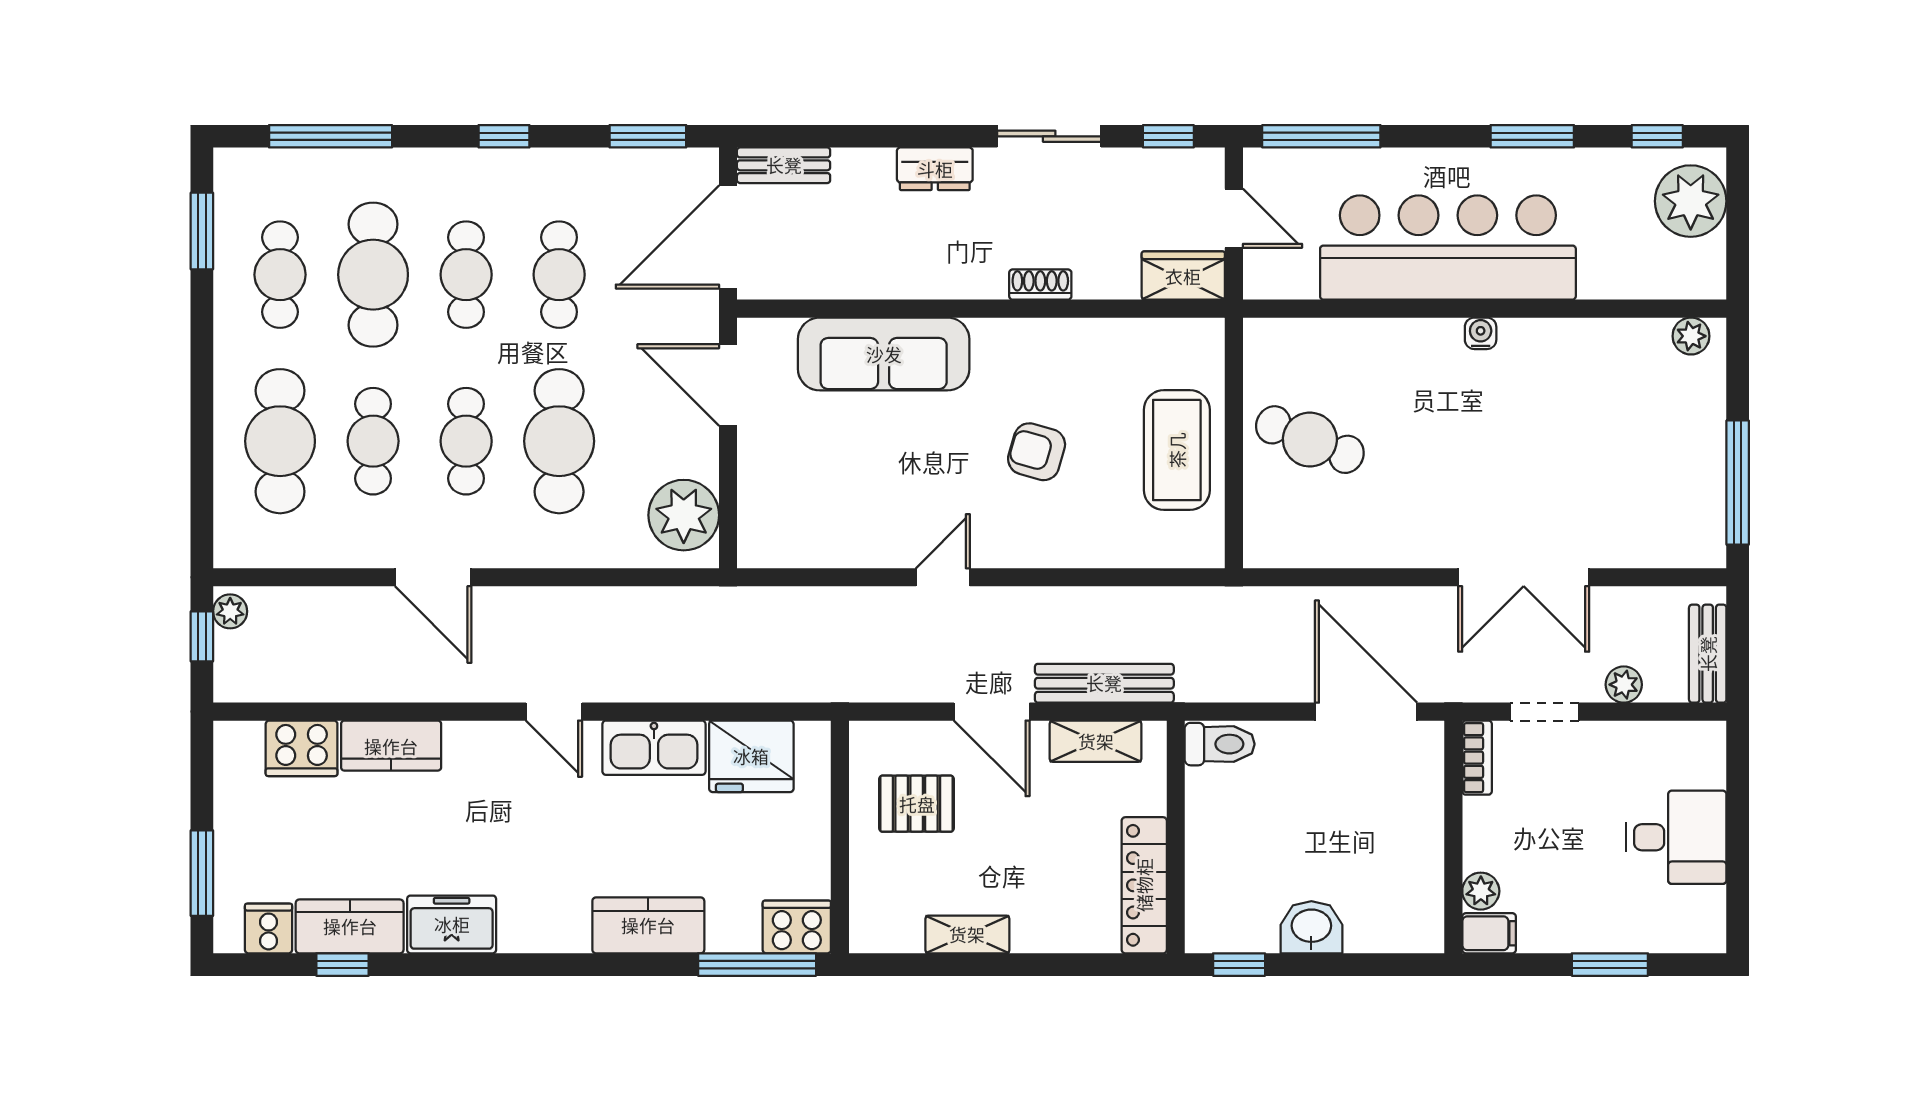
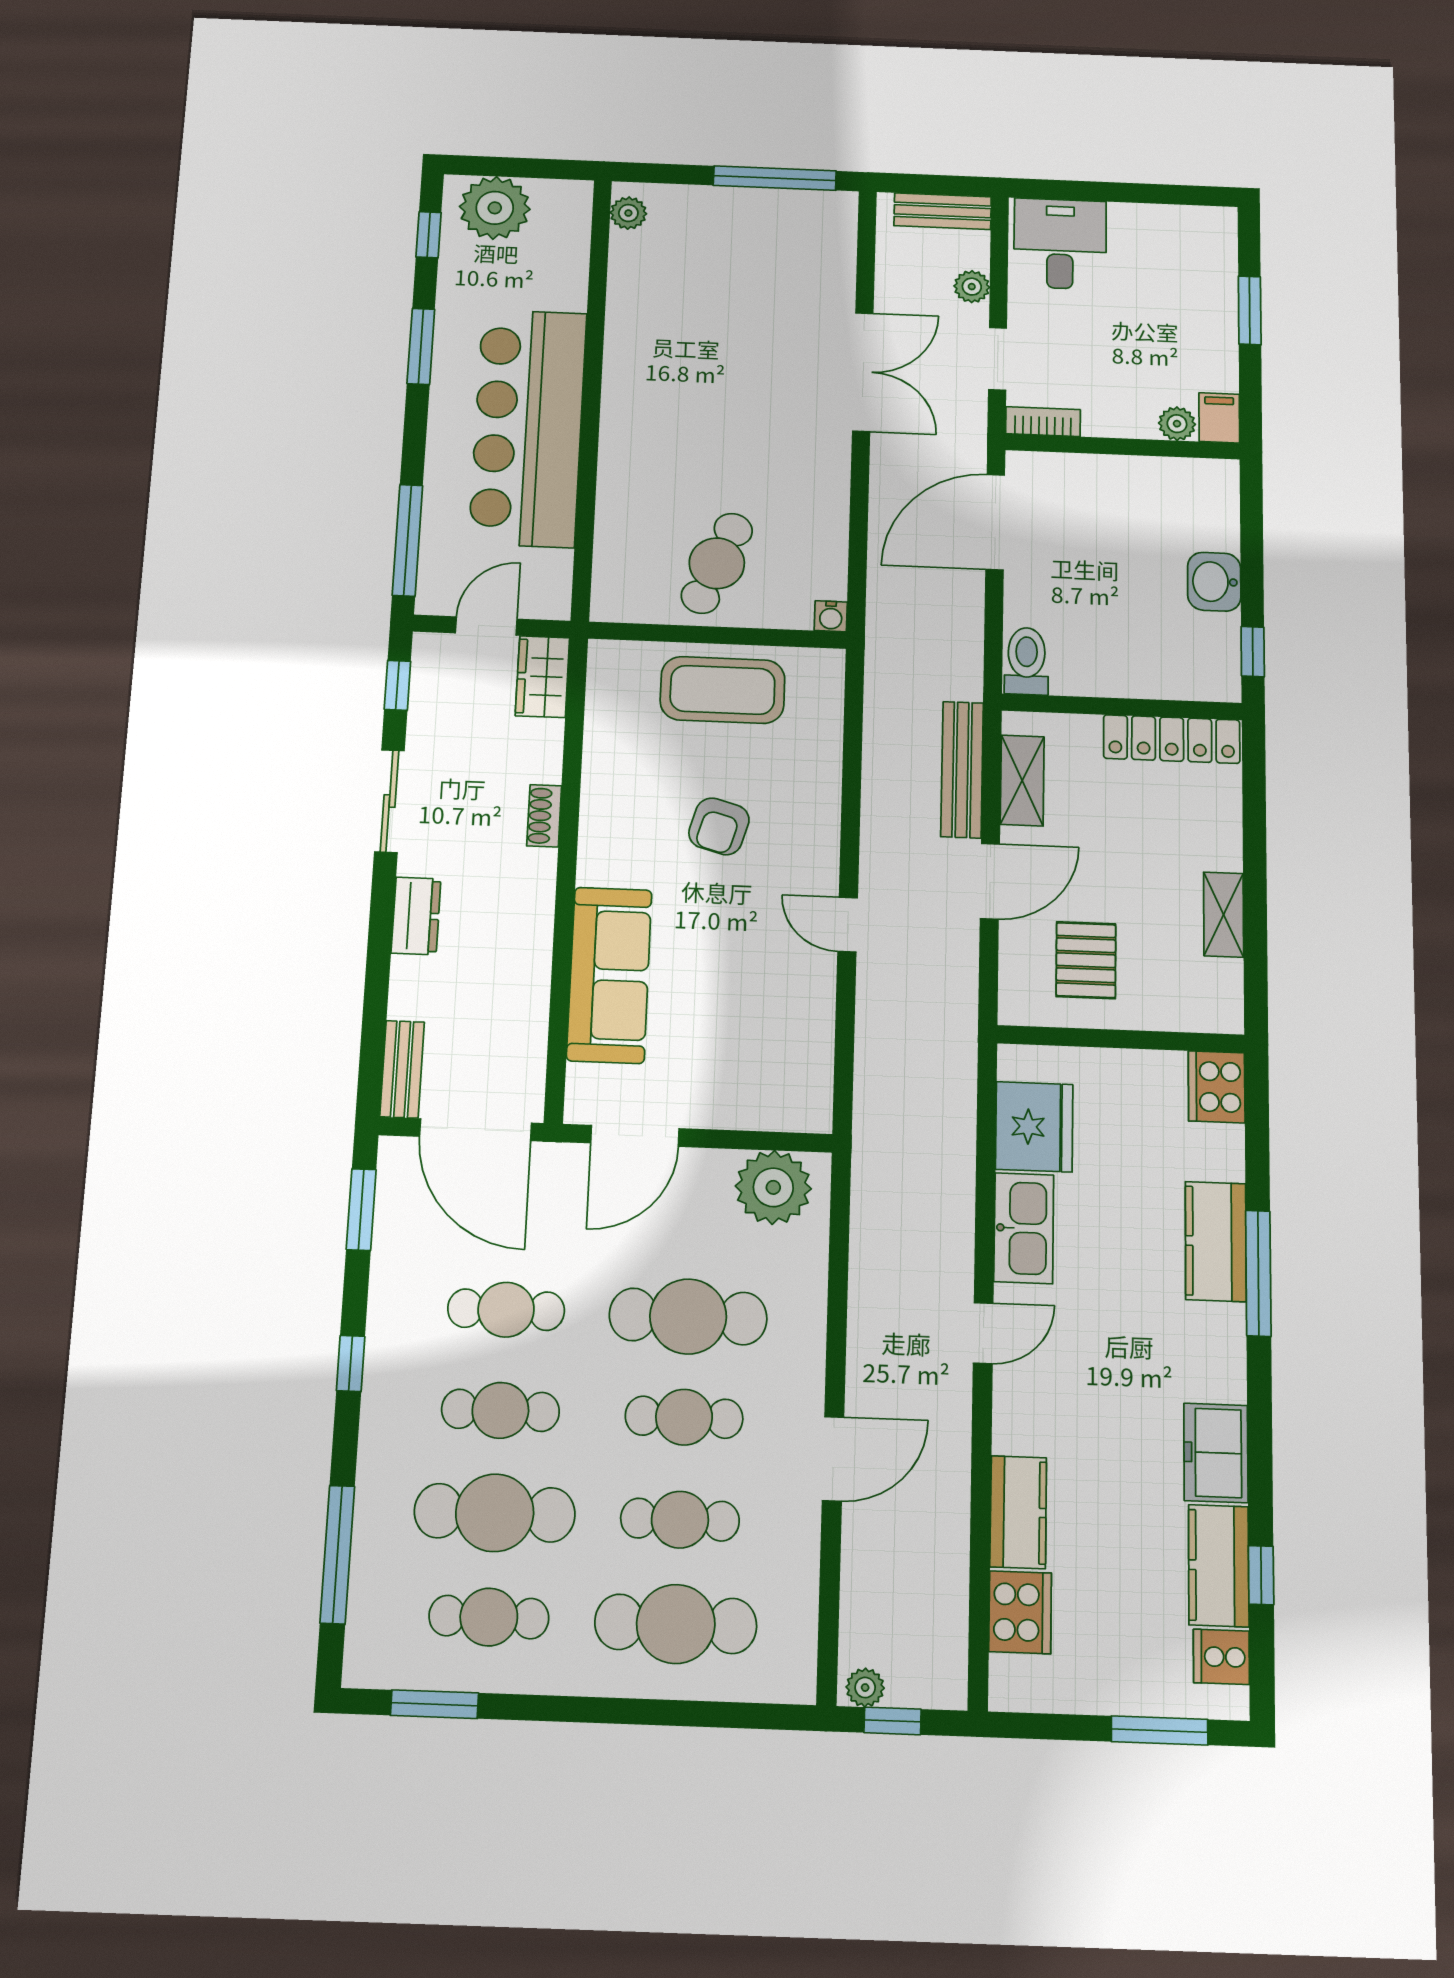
water cooler: (1481, 333) -> (831, 616), moved, turned -90
desk: (1676, 837) -> (1060, 244), moved
window: (757, 965) -> (1258, 1273), moved

